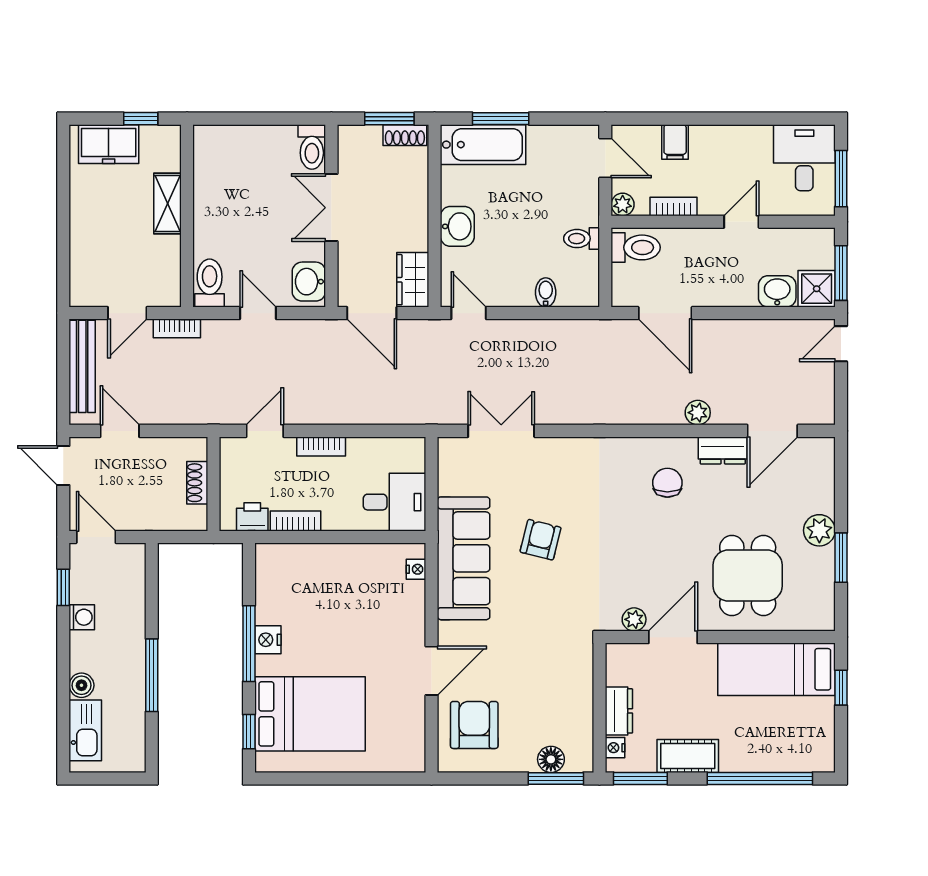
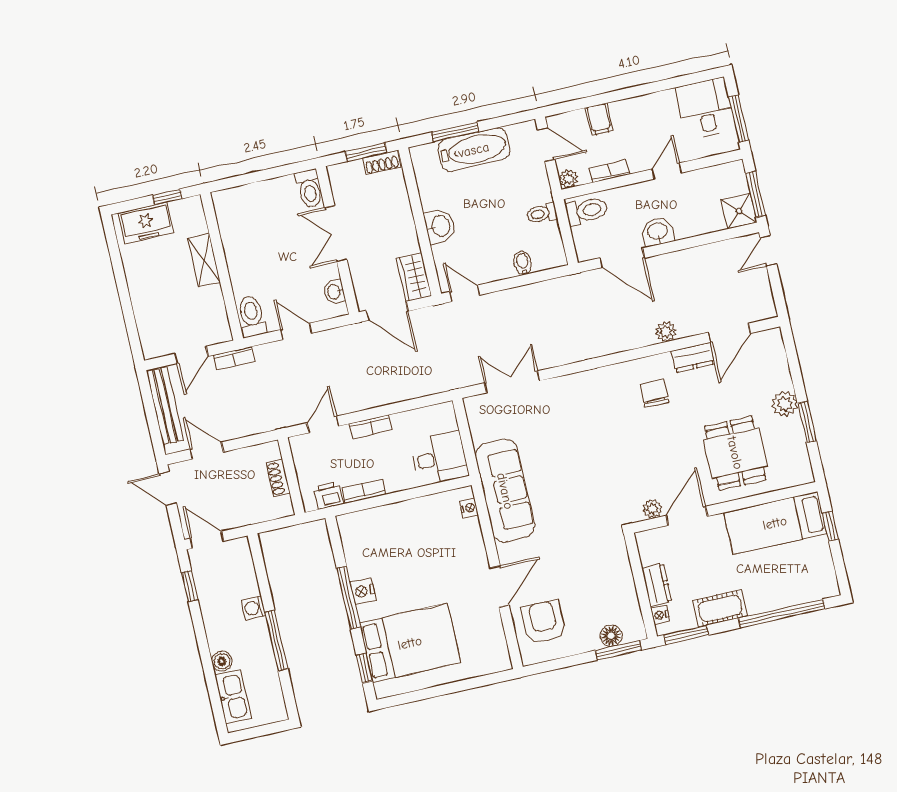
bathtub: (483, 145) -> (474, 150), moved
washbasin: (309, 282) -> (334, 292), width x0.72, depth x0.69
washbasin: (777, 291) -> (658, 232), moved
armchair: (541, 540) -> (563, 462), removed
washing machine: (82, 617) -> (253, 608), moved, turned 180

